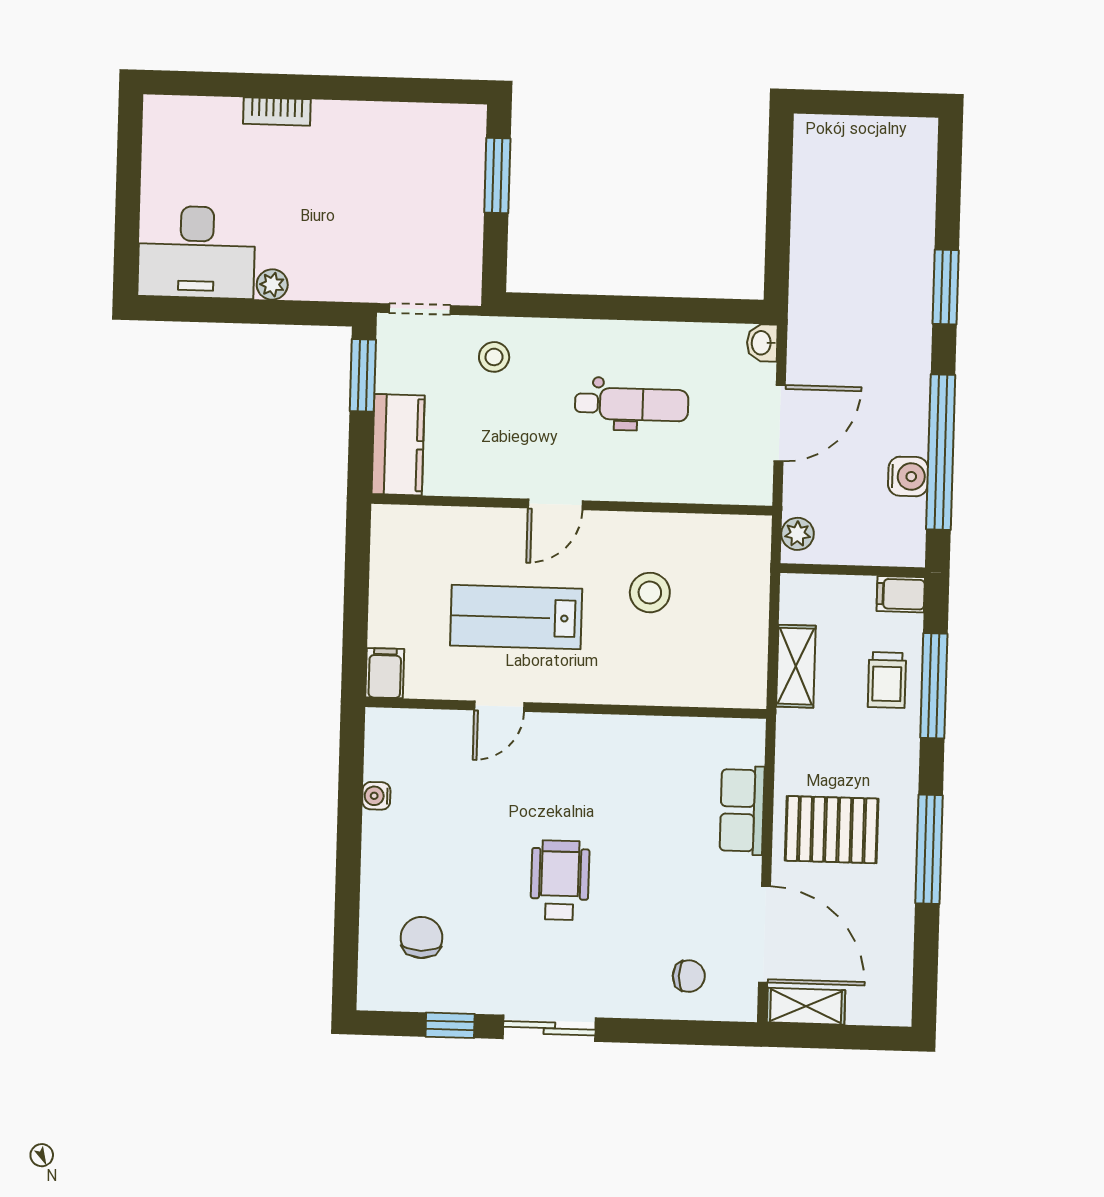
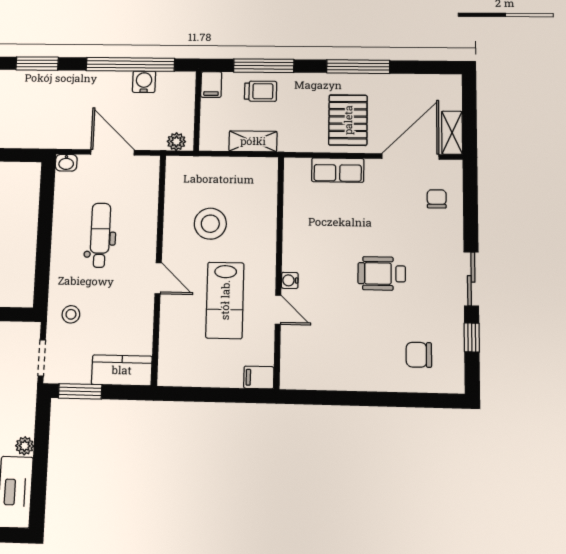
stool: (650, 593) -> (210, 224), width x1.38, depth x1.38
water cooler: (376, 796) -> (290, 280), moved, turned 90

